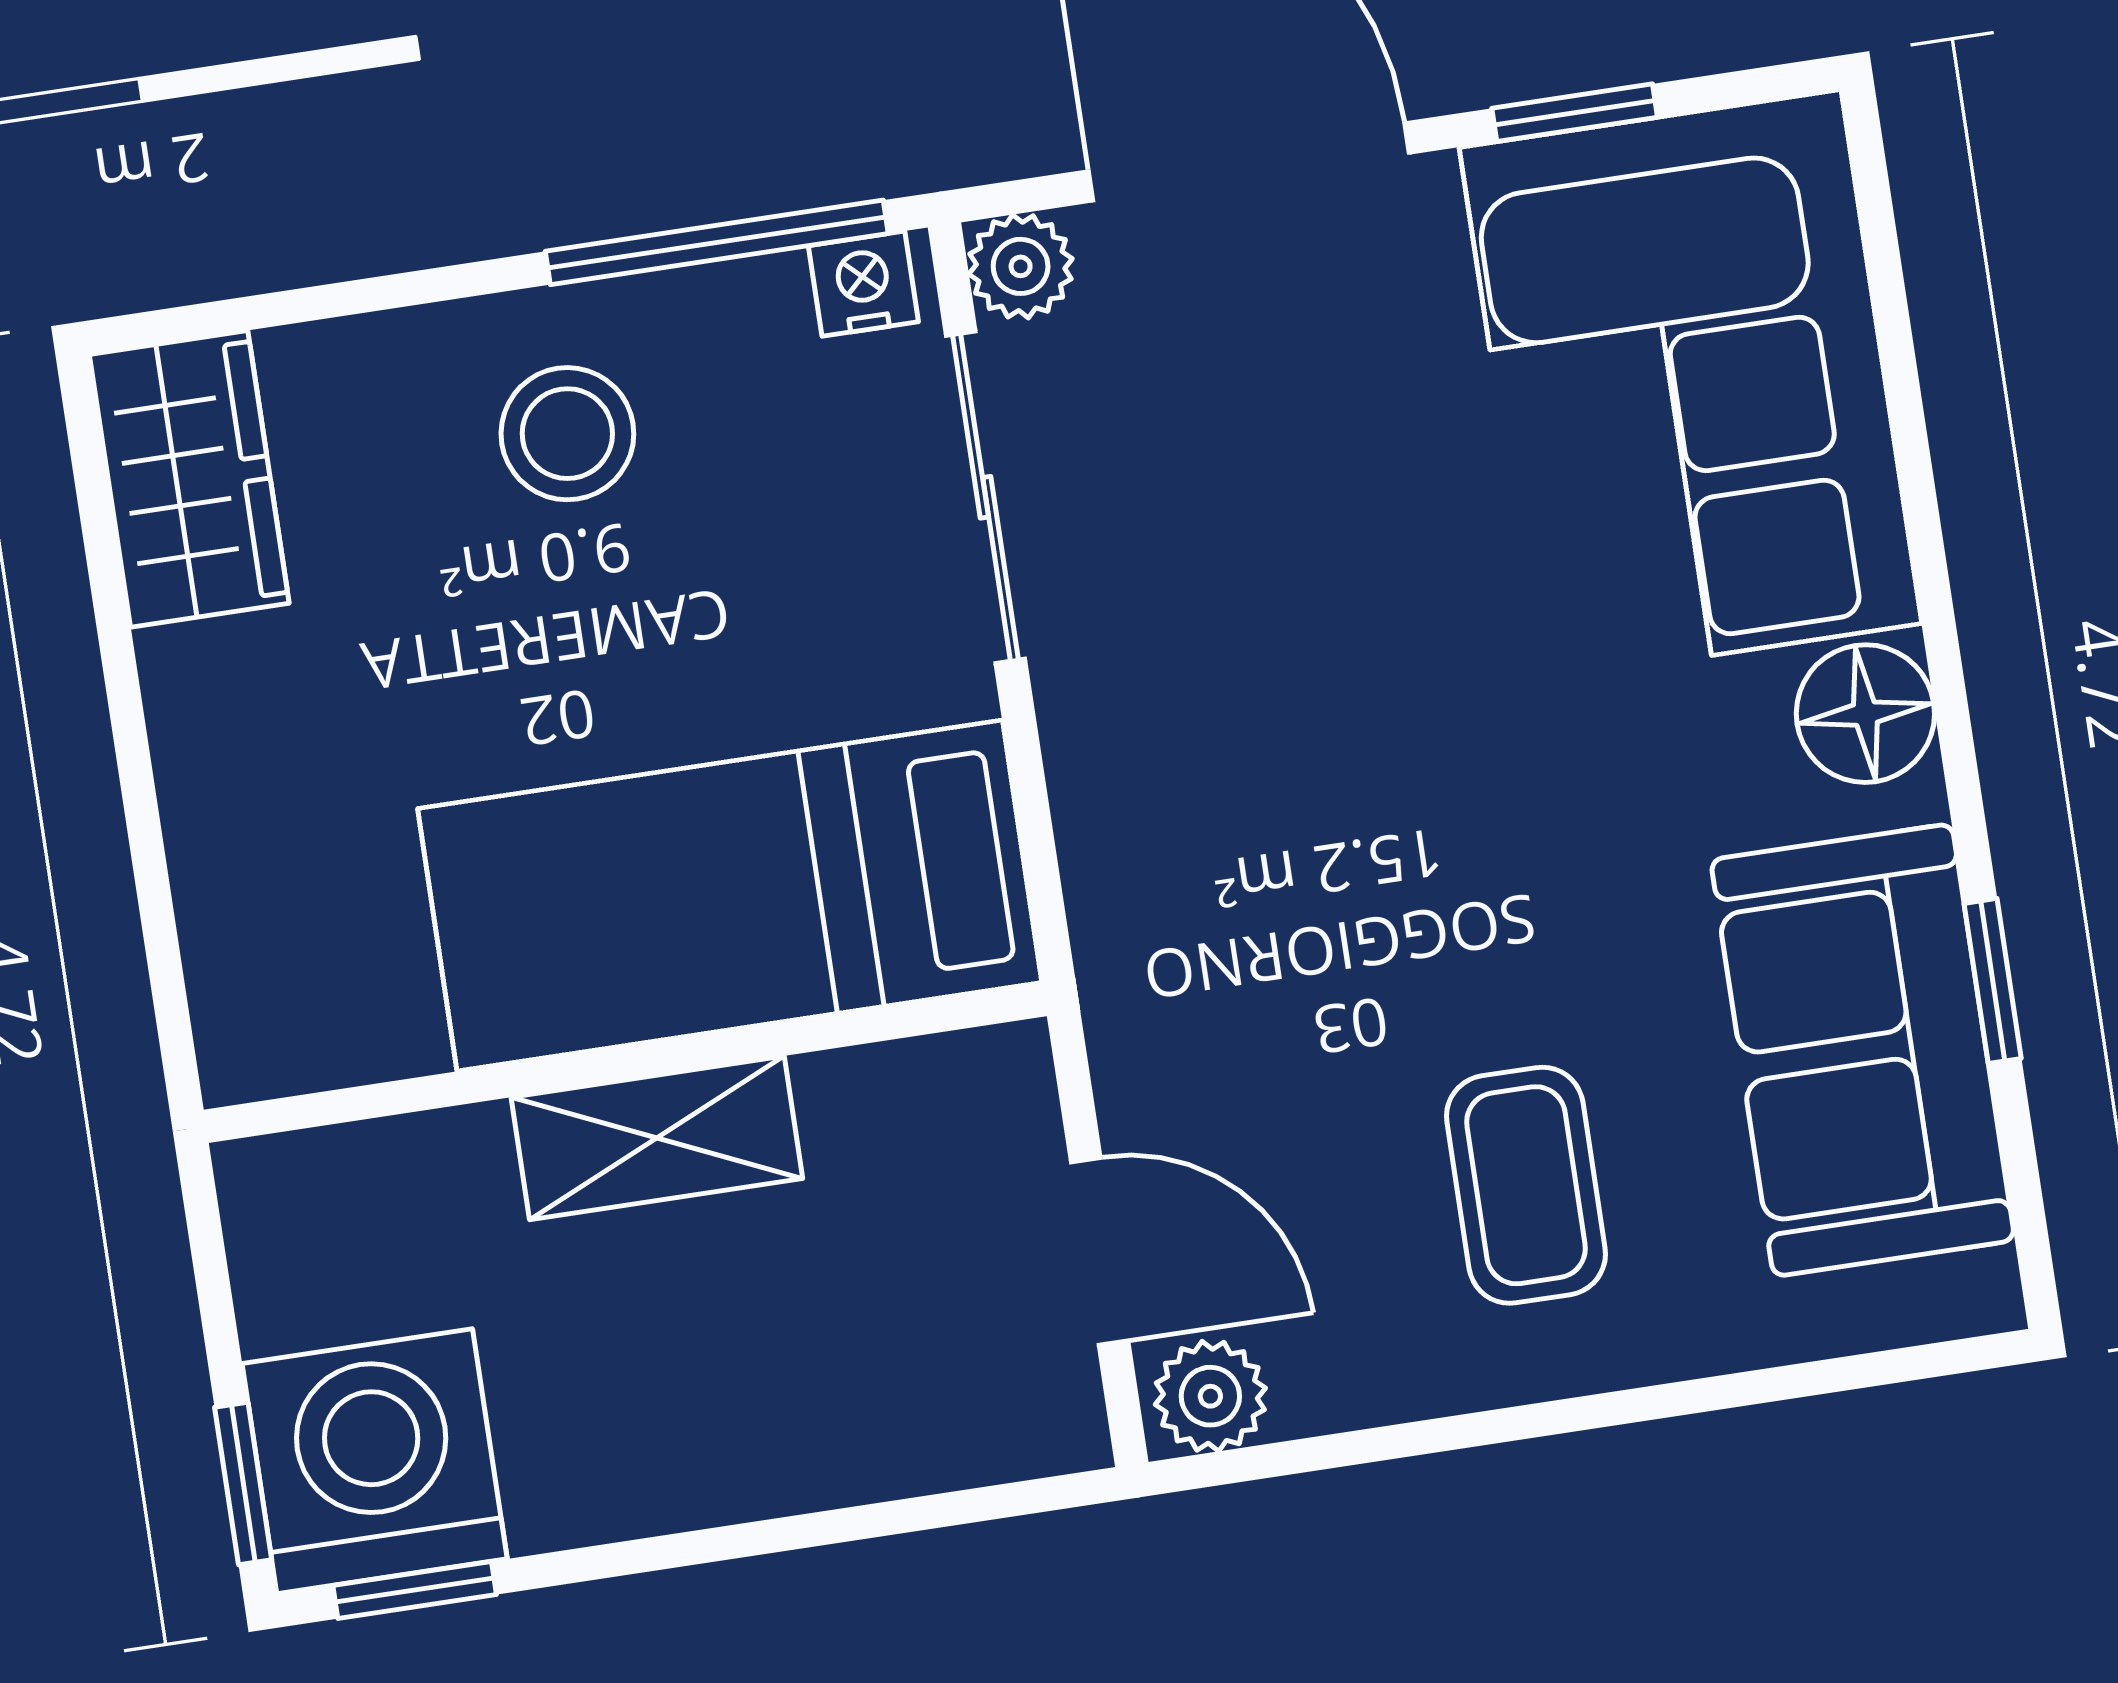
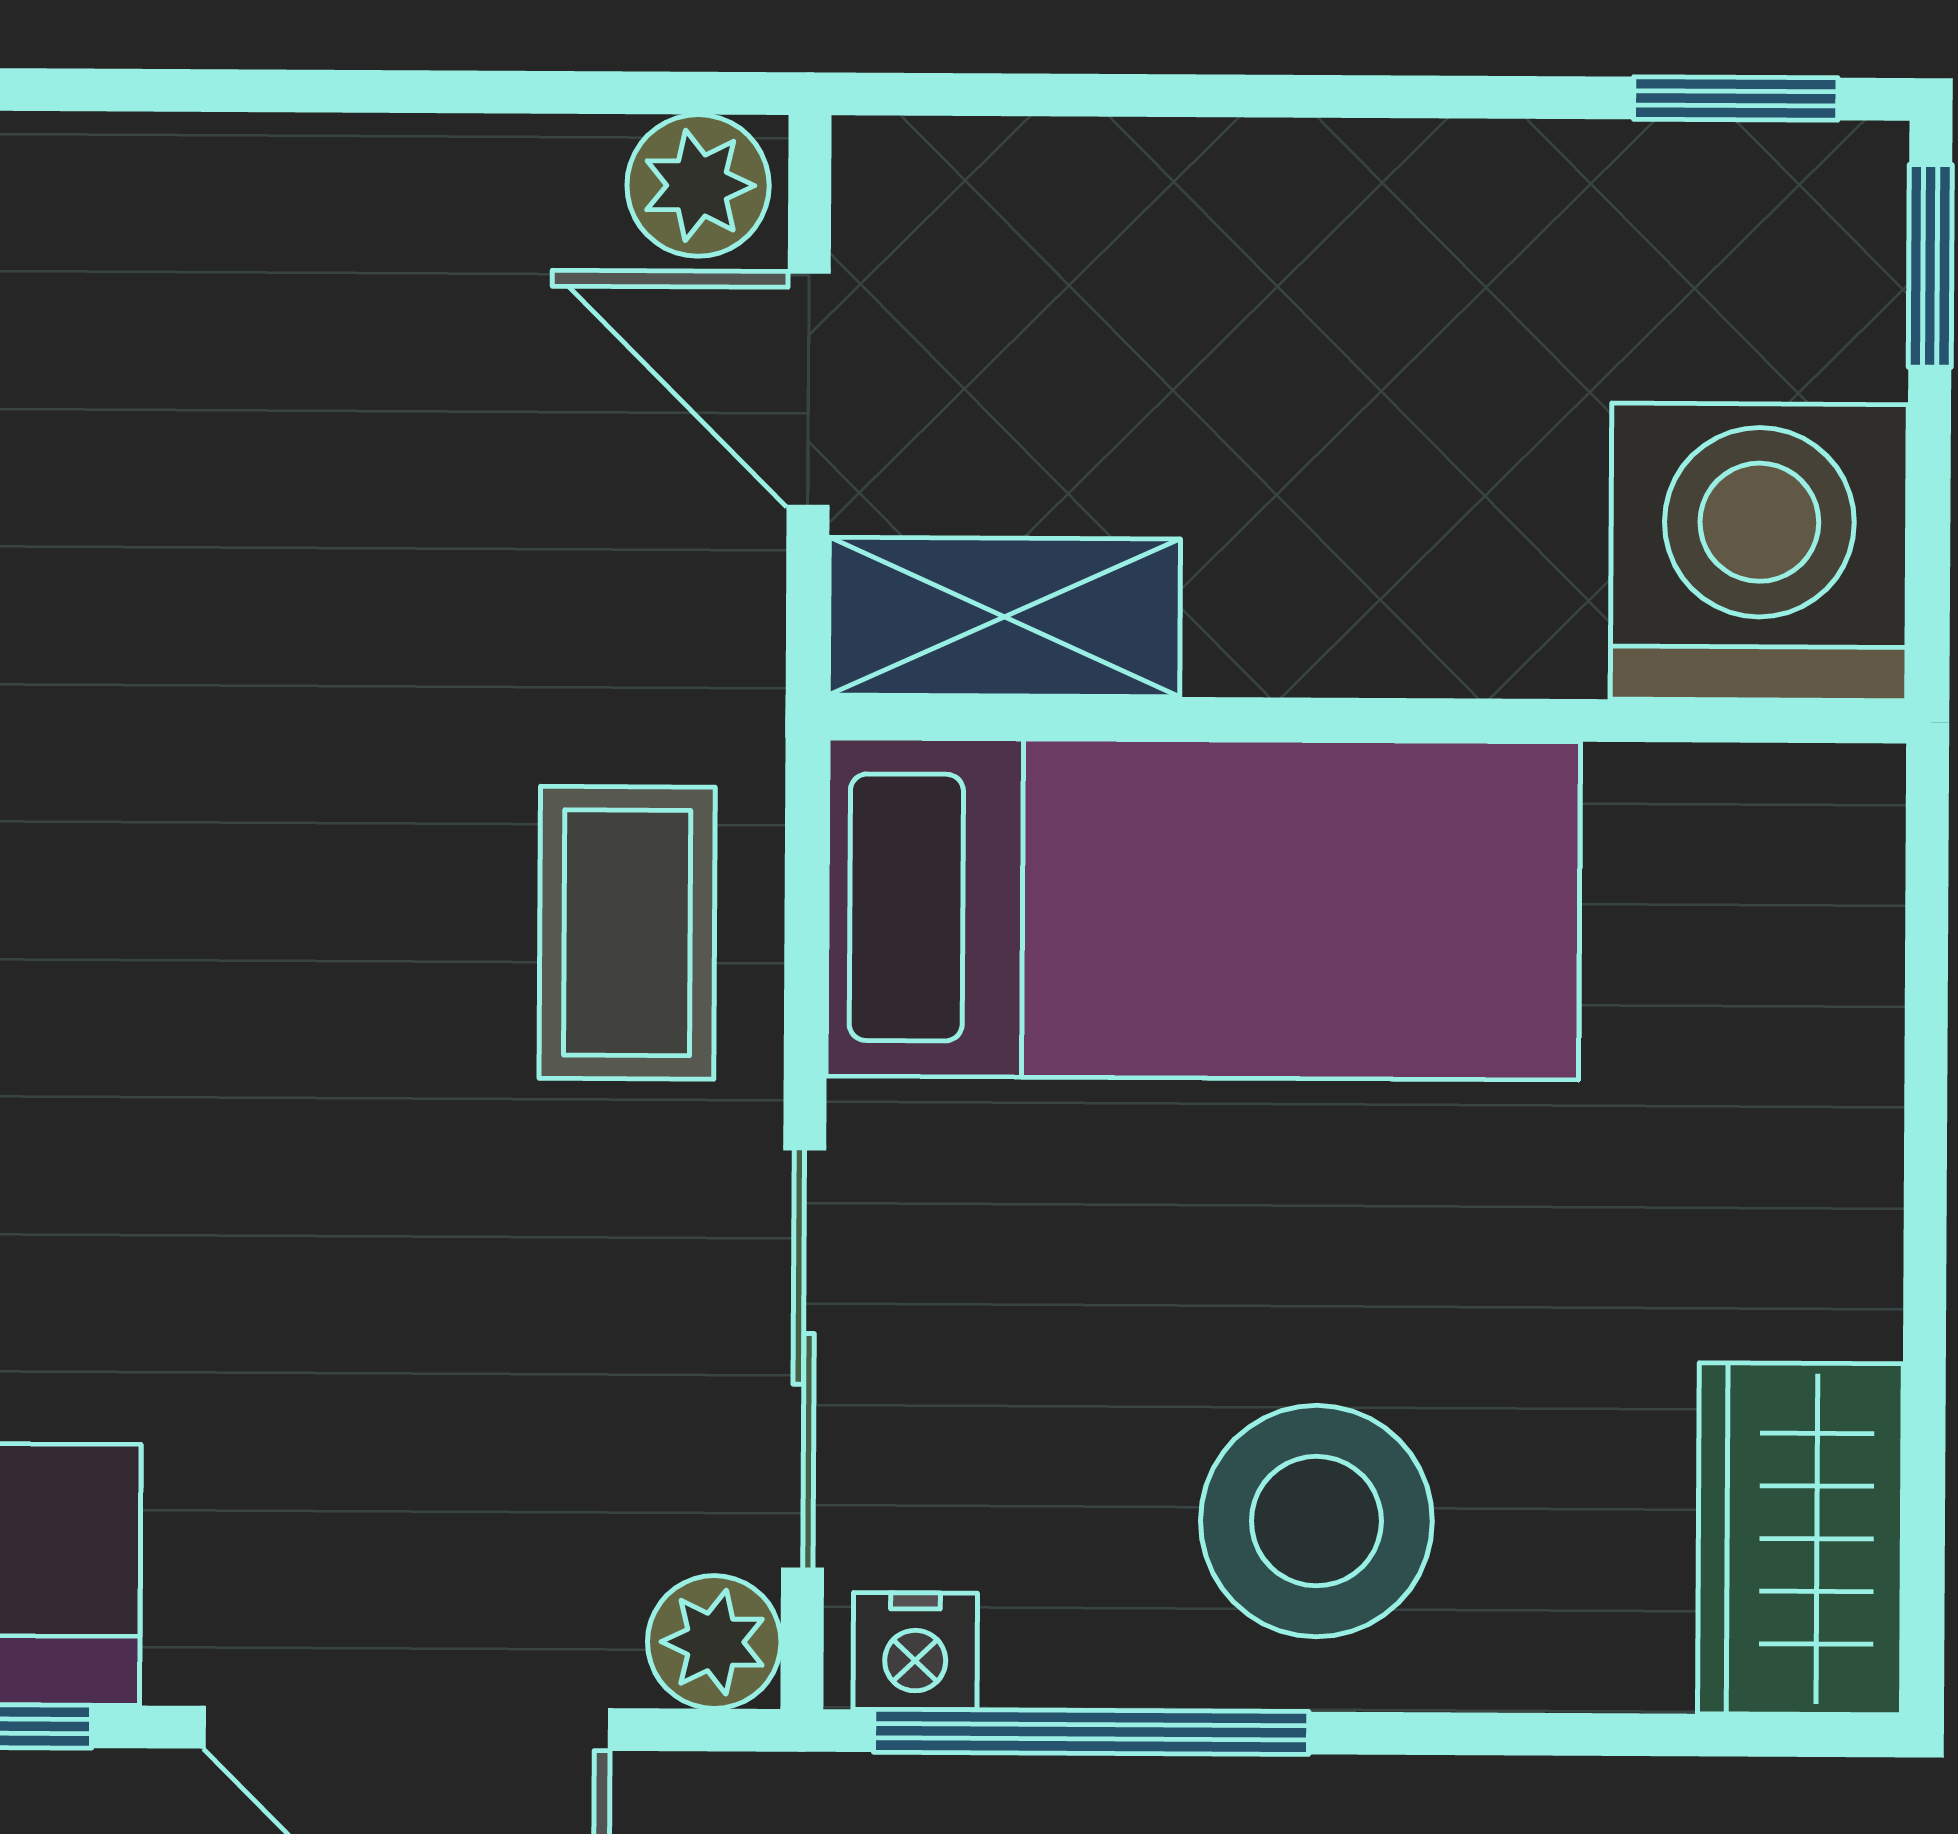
stool: (567, 434) -> (1316, 1521), width x1.38, depth x1.38
shelving: (657, 1138) -> (1004, 617), moved
coffee table: (1526, 1185) -> (627, 933), moved
washing machine: (375, 1461) -> (1759, 552), moved, turned 180

